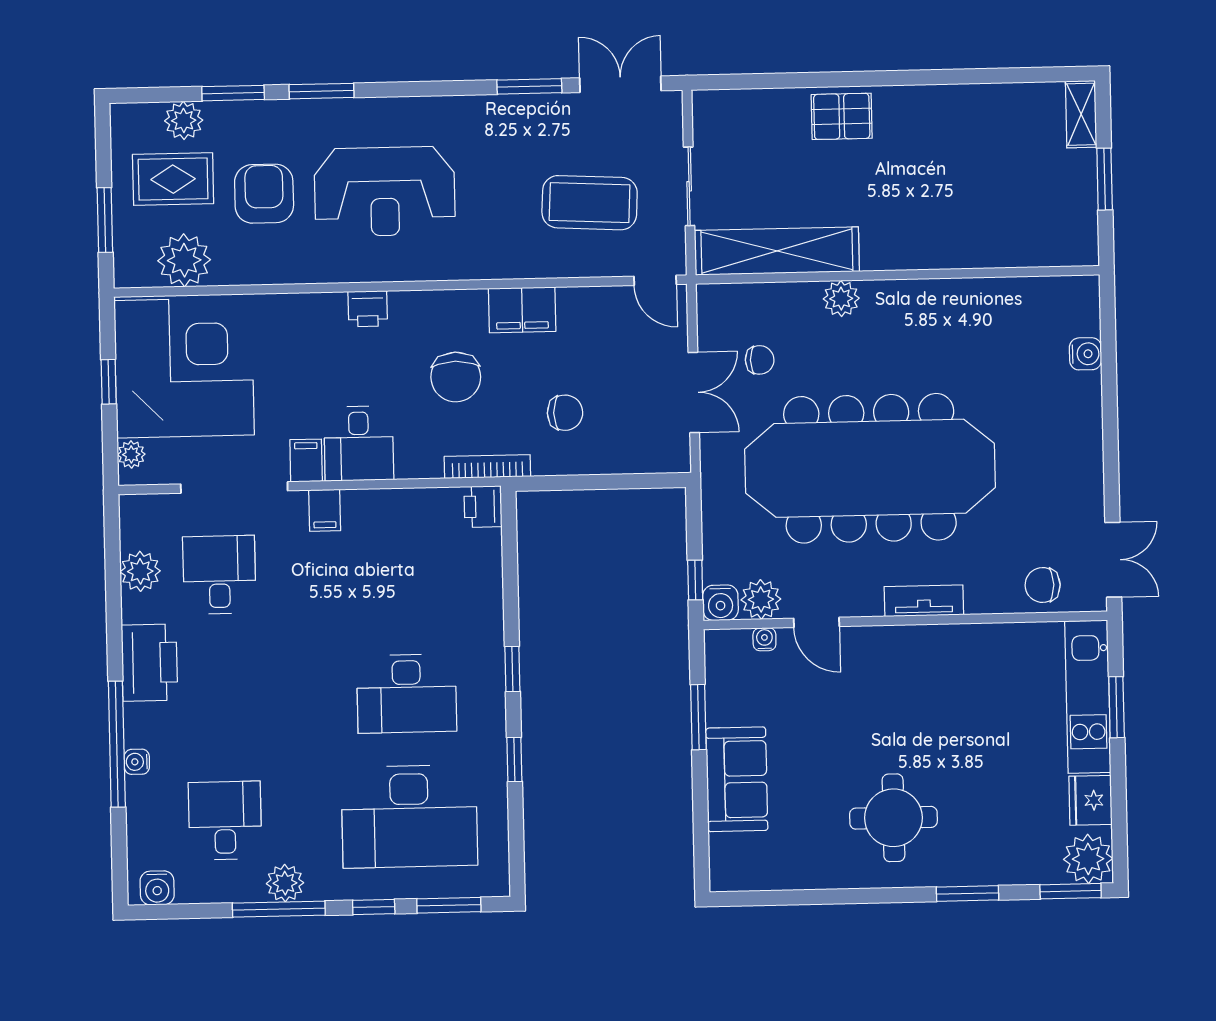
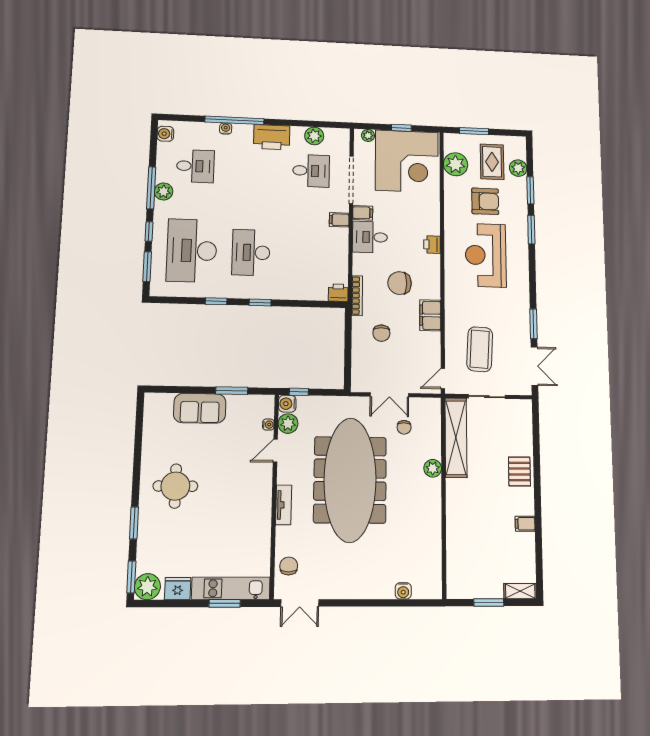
filing cabinet: (947, 104) -> (525, 524), added

